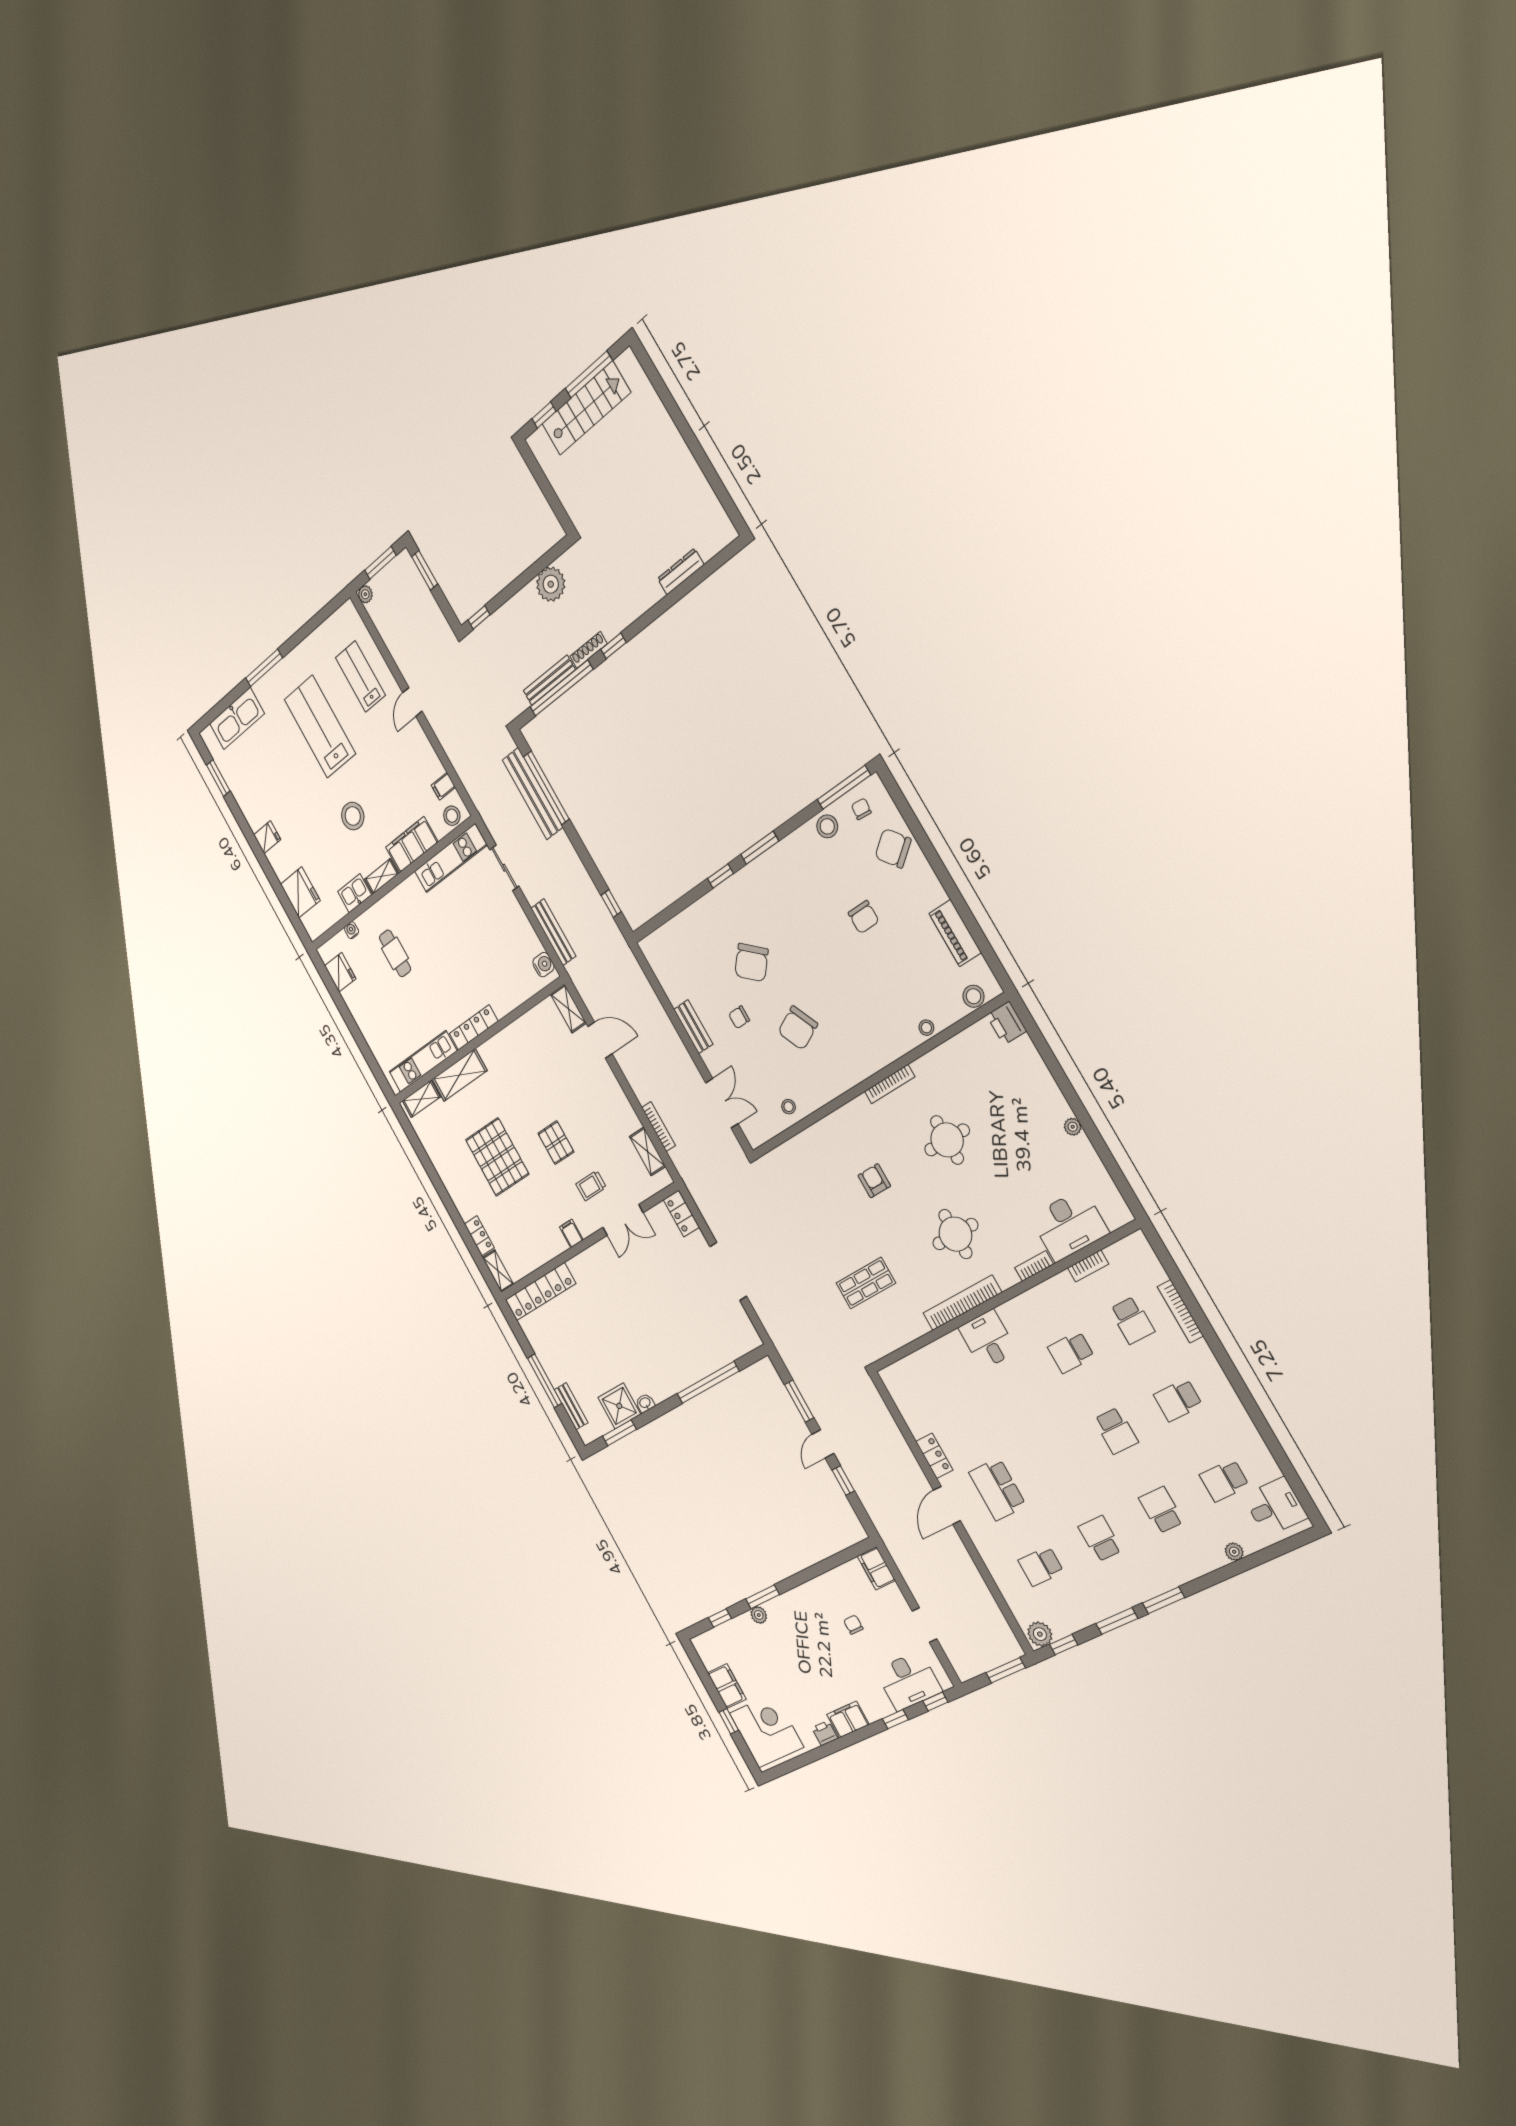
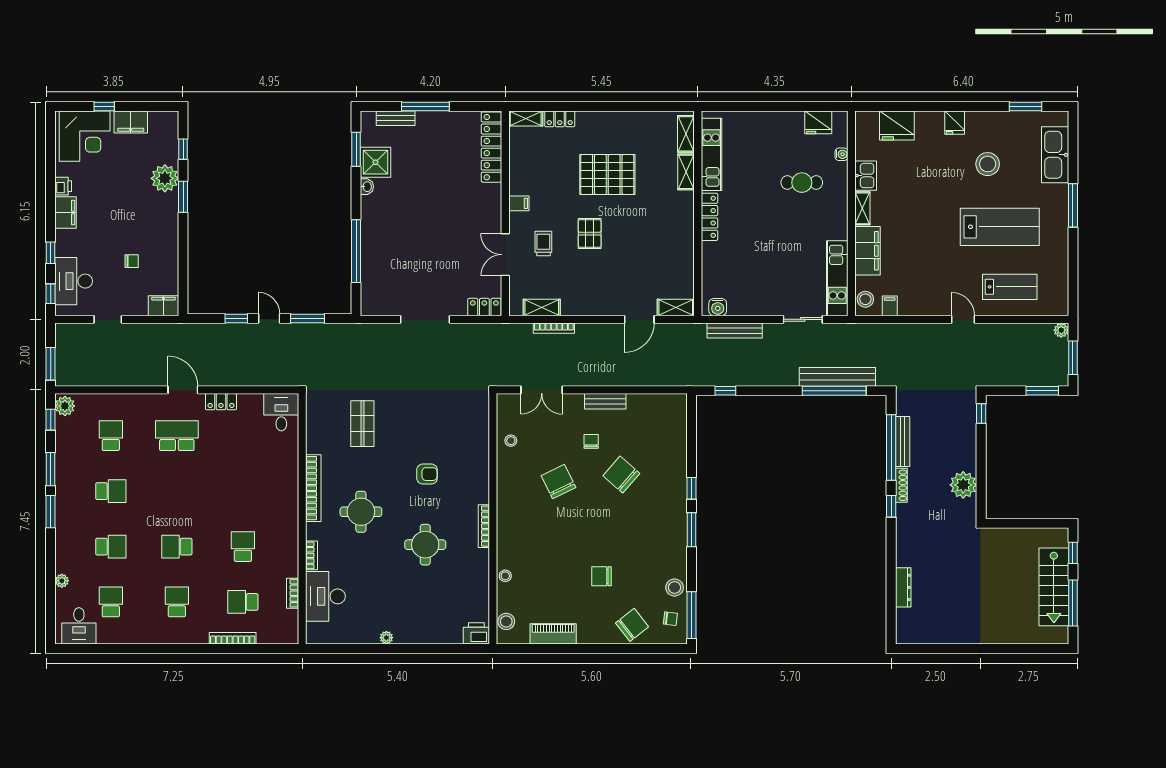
stool: (353, 816) -> (988, 164), moved
shelving: (460, 1075) -> (686, 172), width x0.67, depth x0.75
pallet: (556, 1143) -> (590, 234), turned 90
desk: (988, 1340) -> (281, 412), moved, turned -90
plant: (759, 1615) -> (165, 178), width x1.87, depth x1.87

